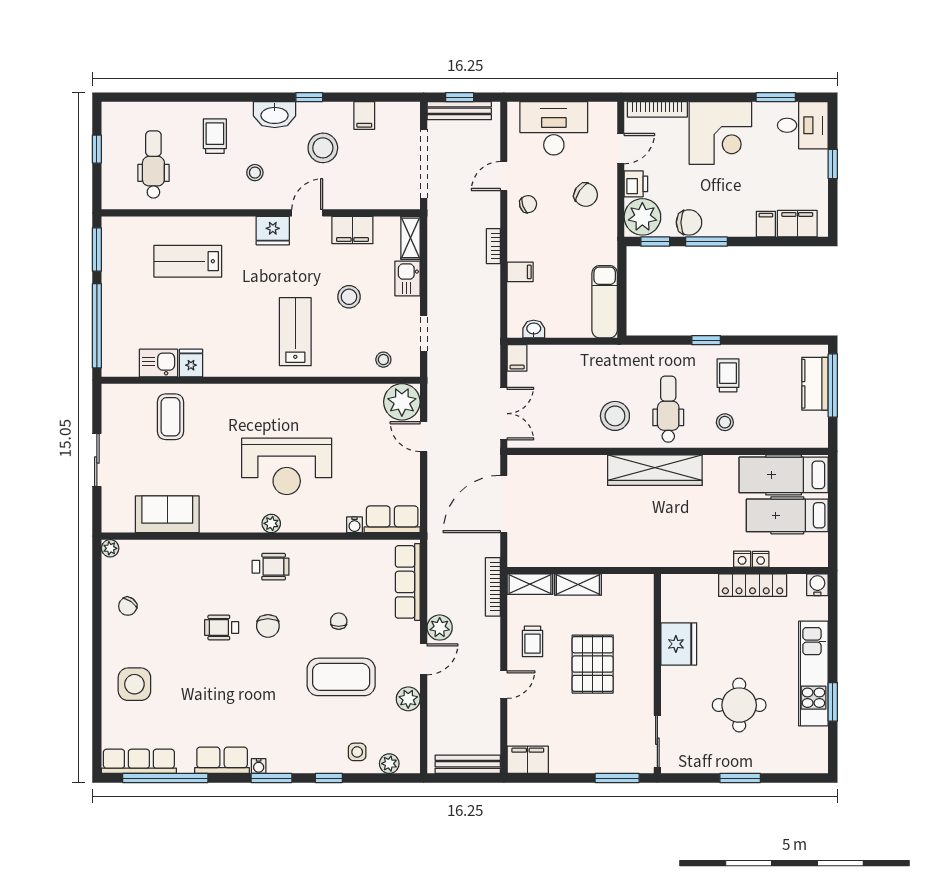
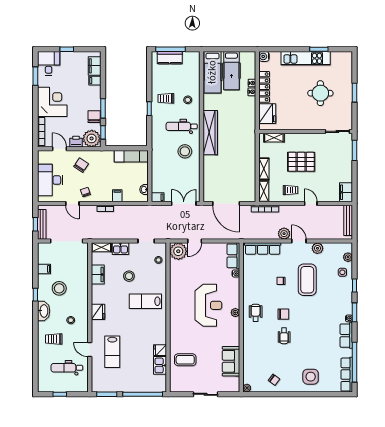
door: (307, 213) -> (90, 350), moved
shelving: (644, 606) -> (274, 138), added
fridge: (679, 644) -> (267, 114), moved, turned 90

